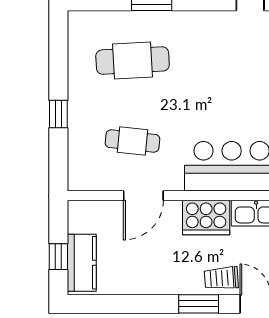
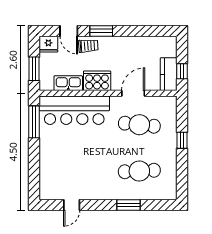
cafe table: (133, 141) -> (139, 125), width x1.37, depth x1.35
window: (58, 257) -> (182, 71), moved
kitchen counter: (82, 263) -> (169, 74), moved

